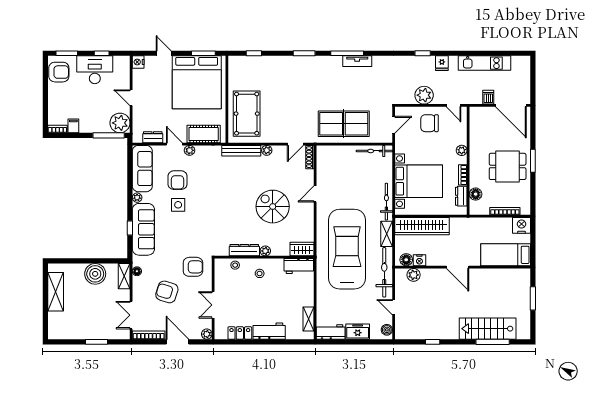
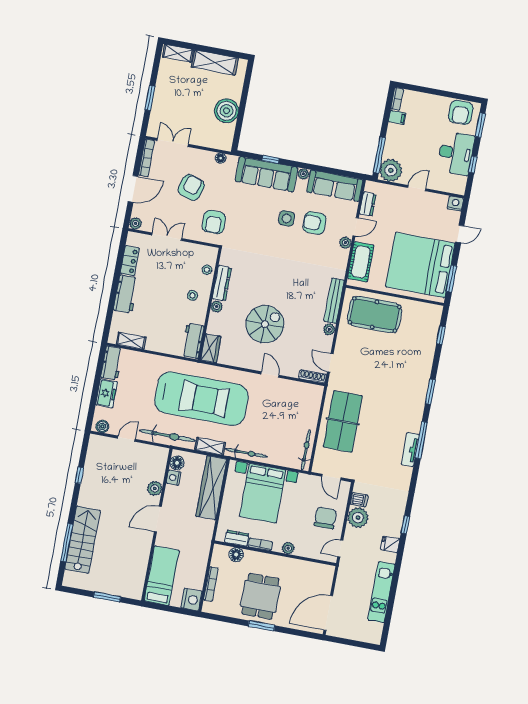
dishwasher: (488, 97) -> (359, 500), moved
plant: (414, 275) -> (155, 488), moved
shelving: (124, 276) -> (178, 53), moved

